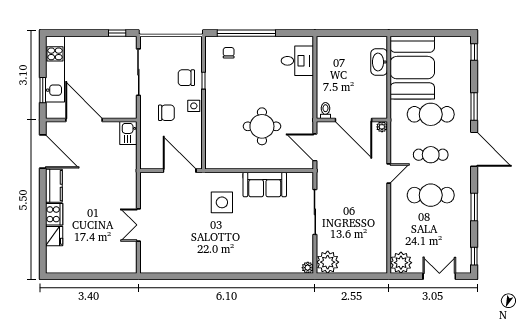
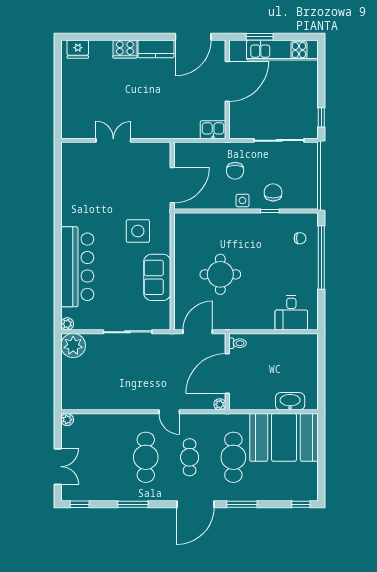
fridge: (54, 236) -> (78, 49), moved
bar counter: (255, 258) -> (77, 267), added
plant: (401, 263) -> (67, 420), width x0.53, depth x0.53

